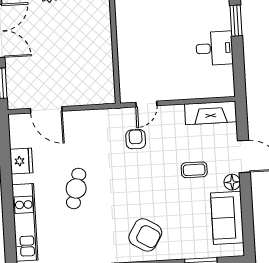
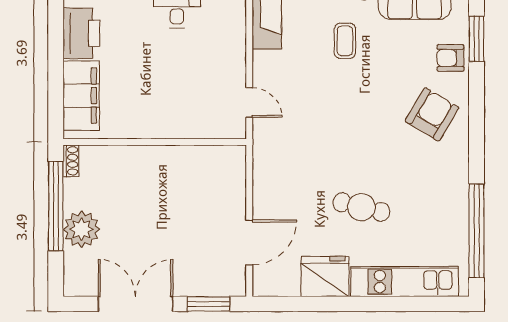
armchair: (136, 139) -> (450, 58), moved
fridge: (21, 161) -> (325, 276), width x1.36, depth x1.34

